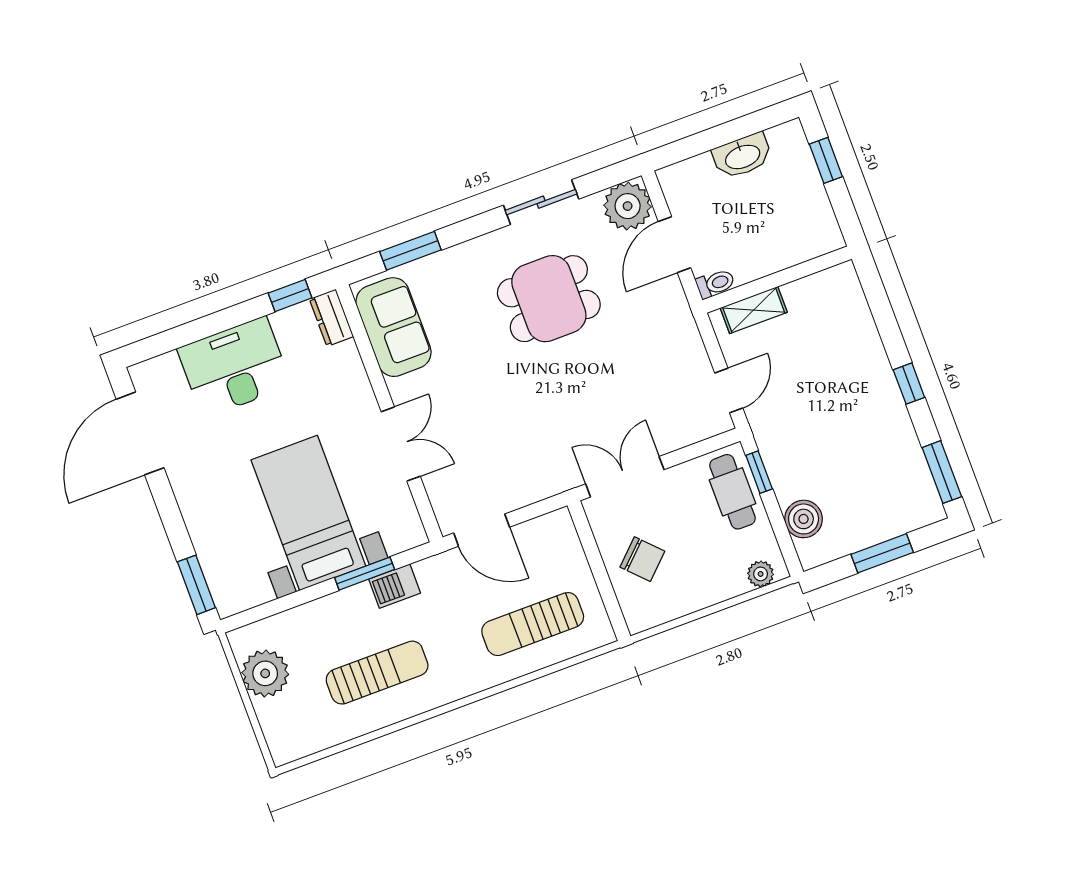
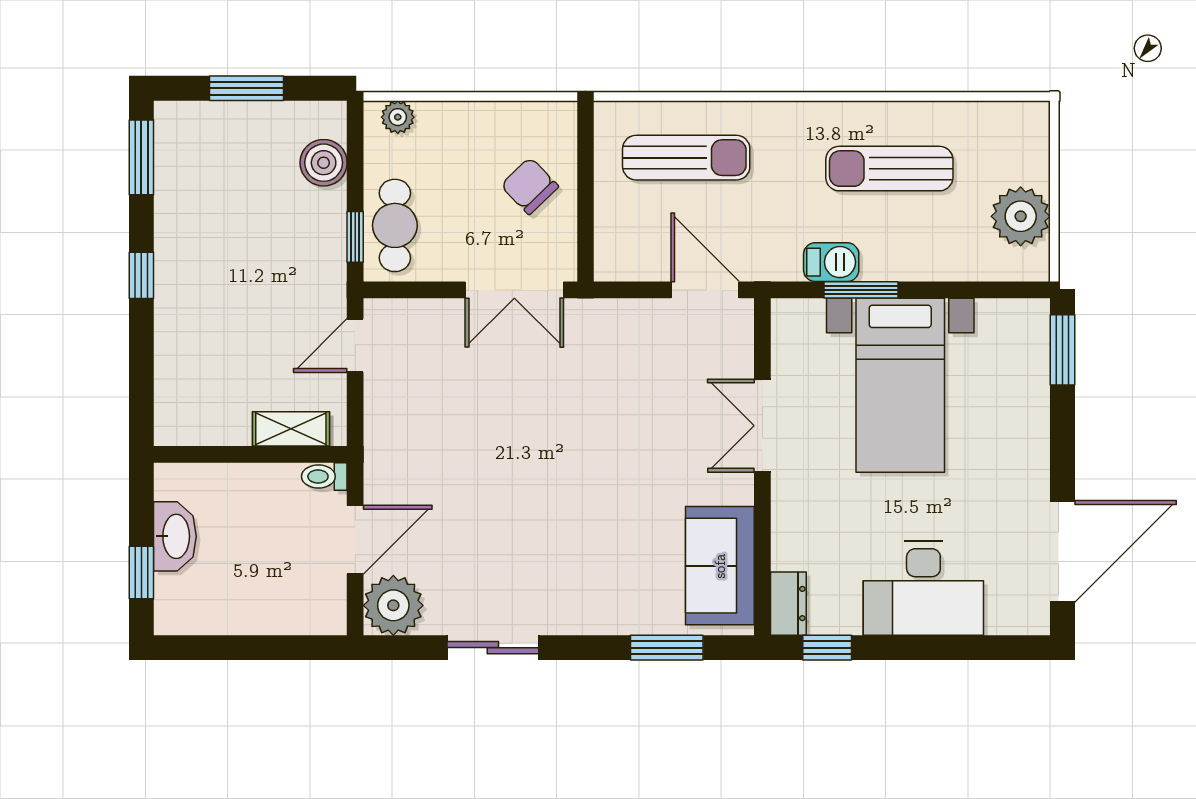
washbasin: (742, 156) -> (175, 536), moved, turned 90
dining table: (549, 299) -> (526, 531), removed

